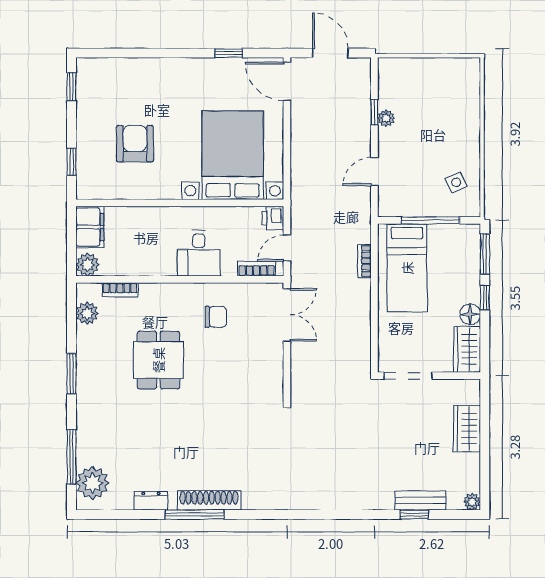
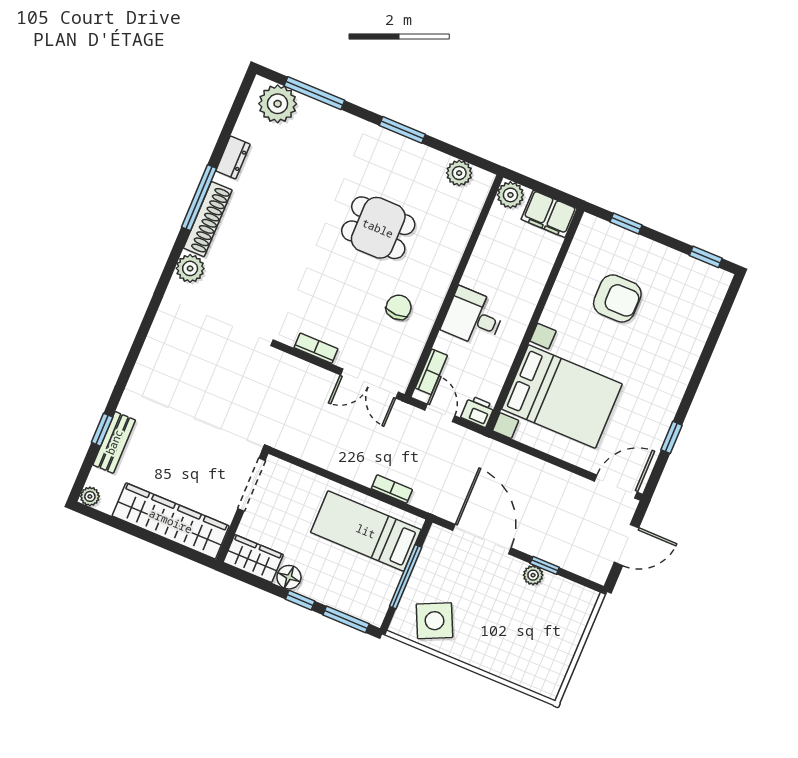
door: (374, 172) -> (482, 539), width x1.87
side table: (456, 182) -> (434, 621), width x1.87, depth x1.87
bookcase: (120, 290) -> (316, 348), moved, turned 90
chair: (216, 317) -> (399, 307), turned 180
wardrobe: (467, 429) -> (171, 521), width x2.10, depth x1.17
plant: (255, 498) -> (190, 268), added

